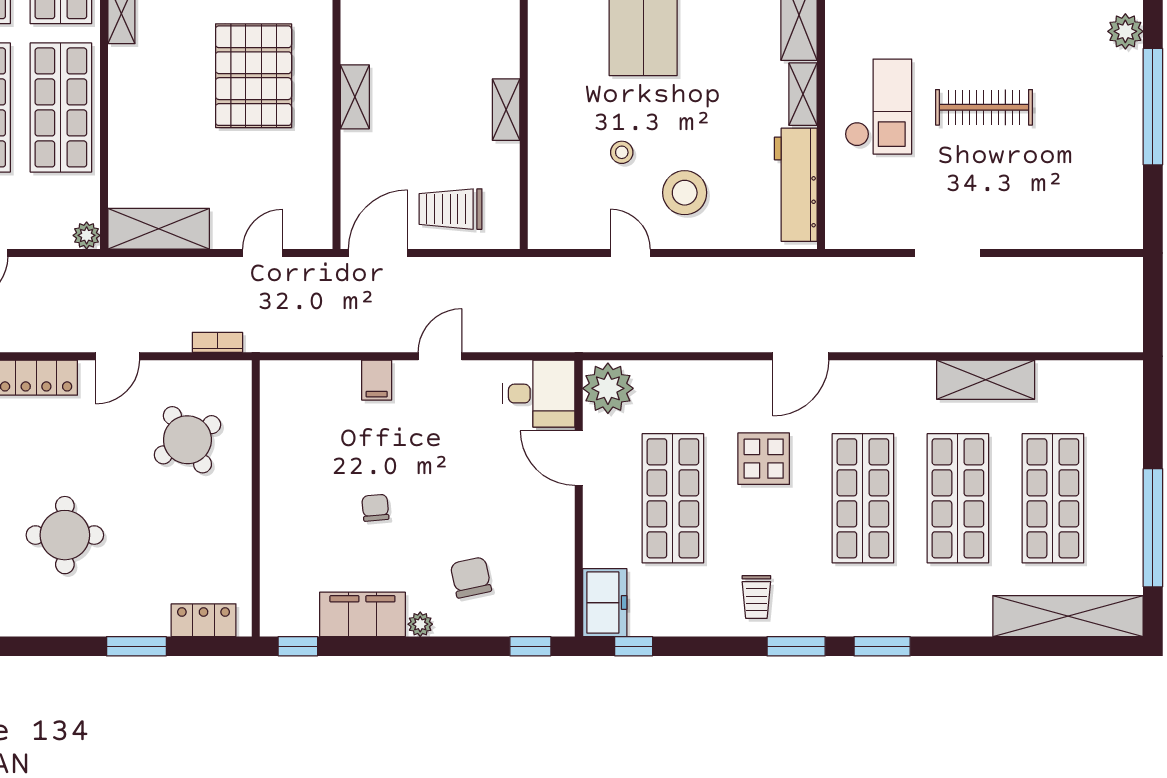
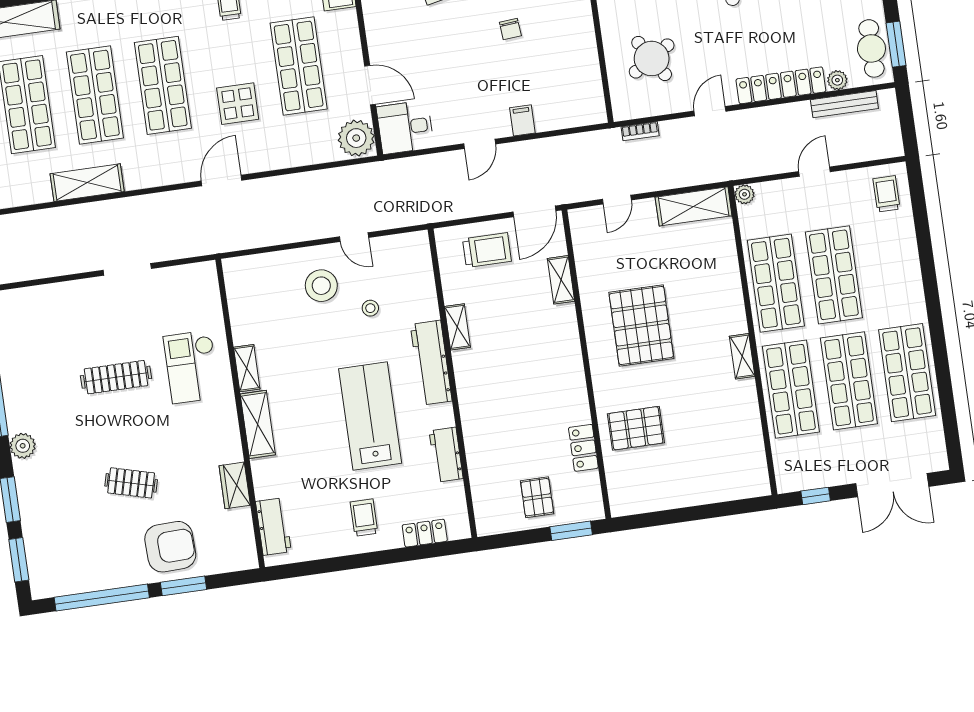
shelving: (355, 97) -> (561, 280), moved
workbench: (796, 185) -> (431, 363), moved, turned 180

